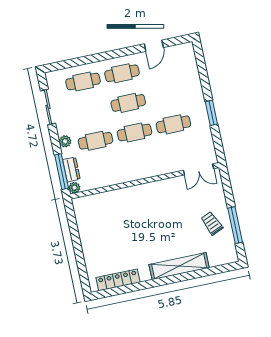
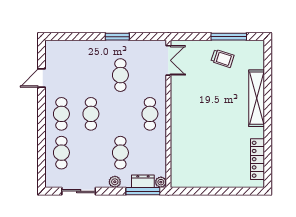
door: (154, 46) -> (42, 78), swing flipped
cafe table: (134, 133) -> (150, 114), moved
trolley: (212, 223) -> (222, 58), turned -139

